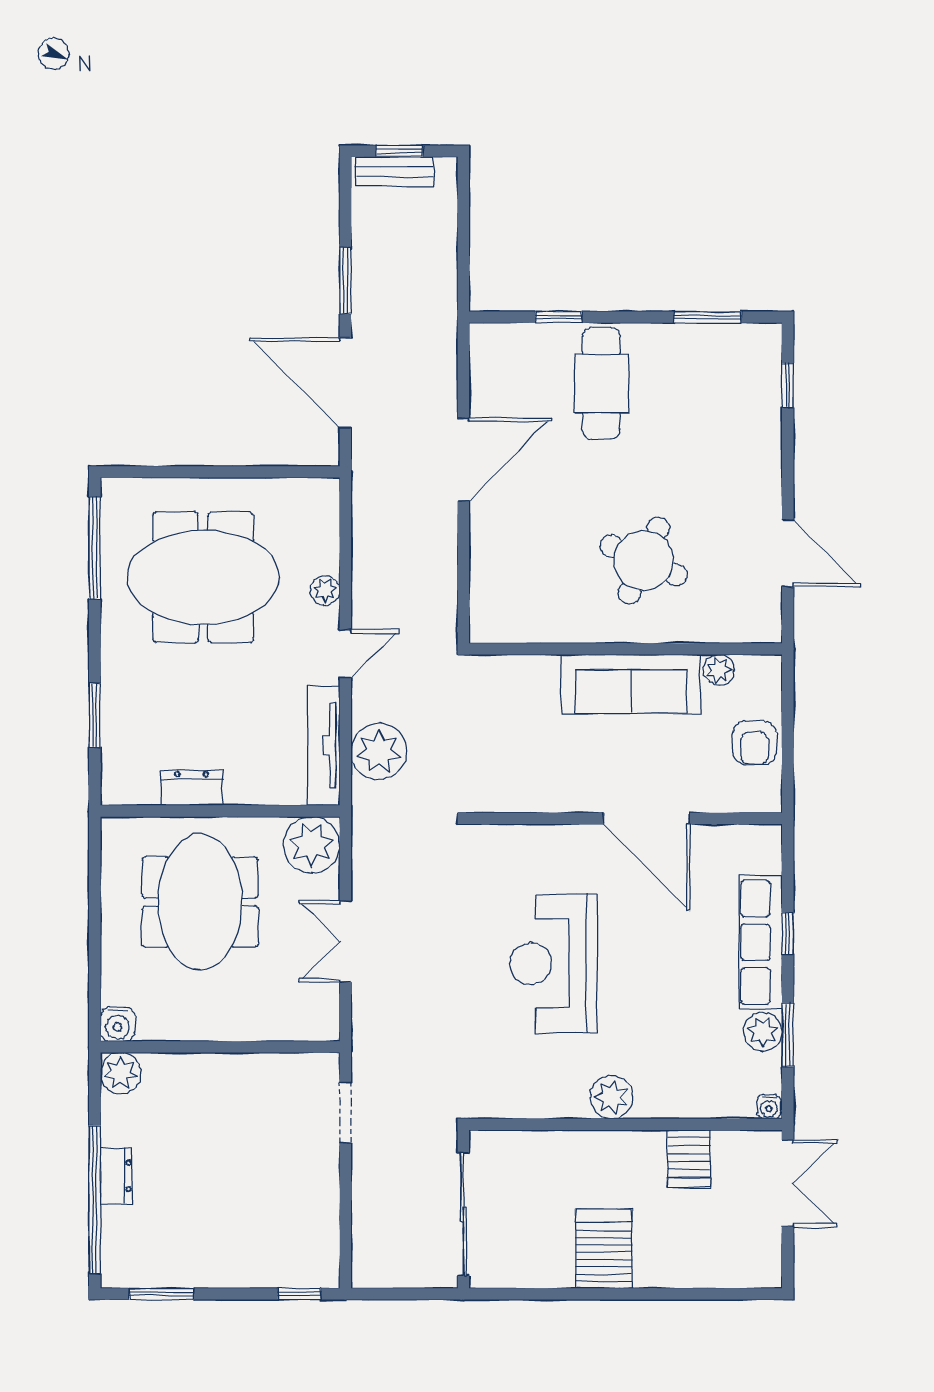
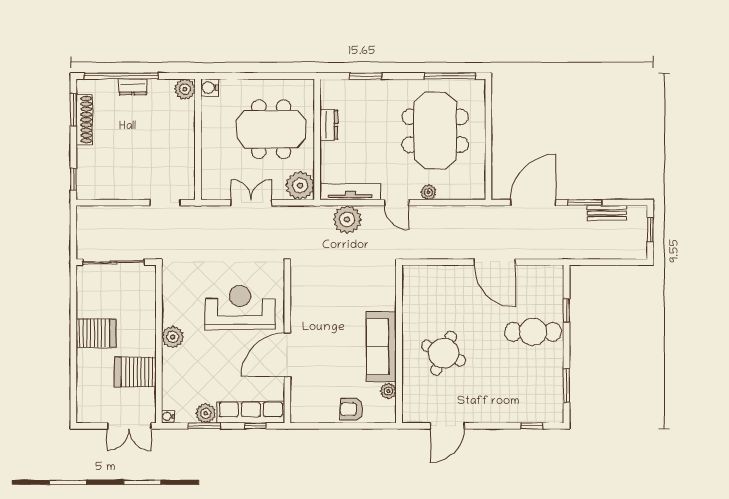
bench: (394, 172) -> (607, 213), moved, turned 90
wall: (626, 818) -> (287, 344), moved
door: (647, 818) -> (287, 355), moved
server rack: (689, 1159) -> (135, 372), width x1.36, depth x1.44
shoe rack: (181, 1273) -> (84, 120), added

